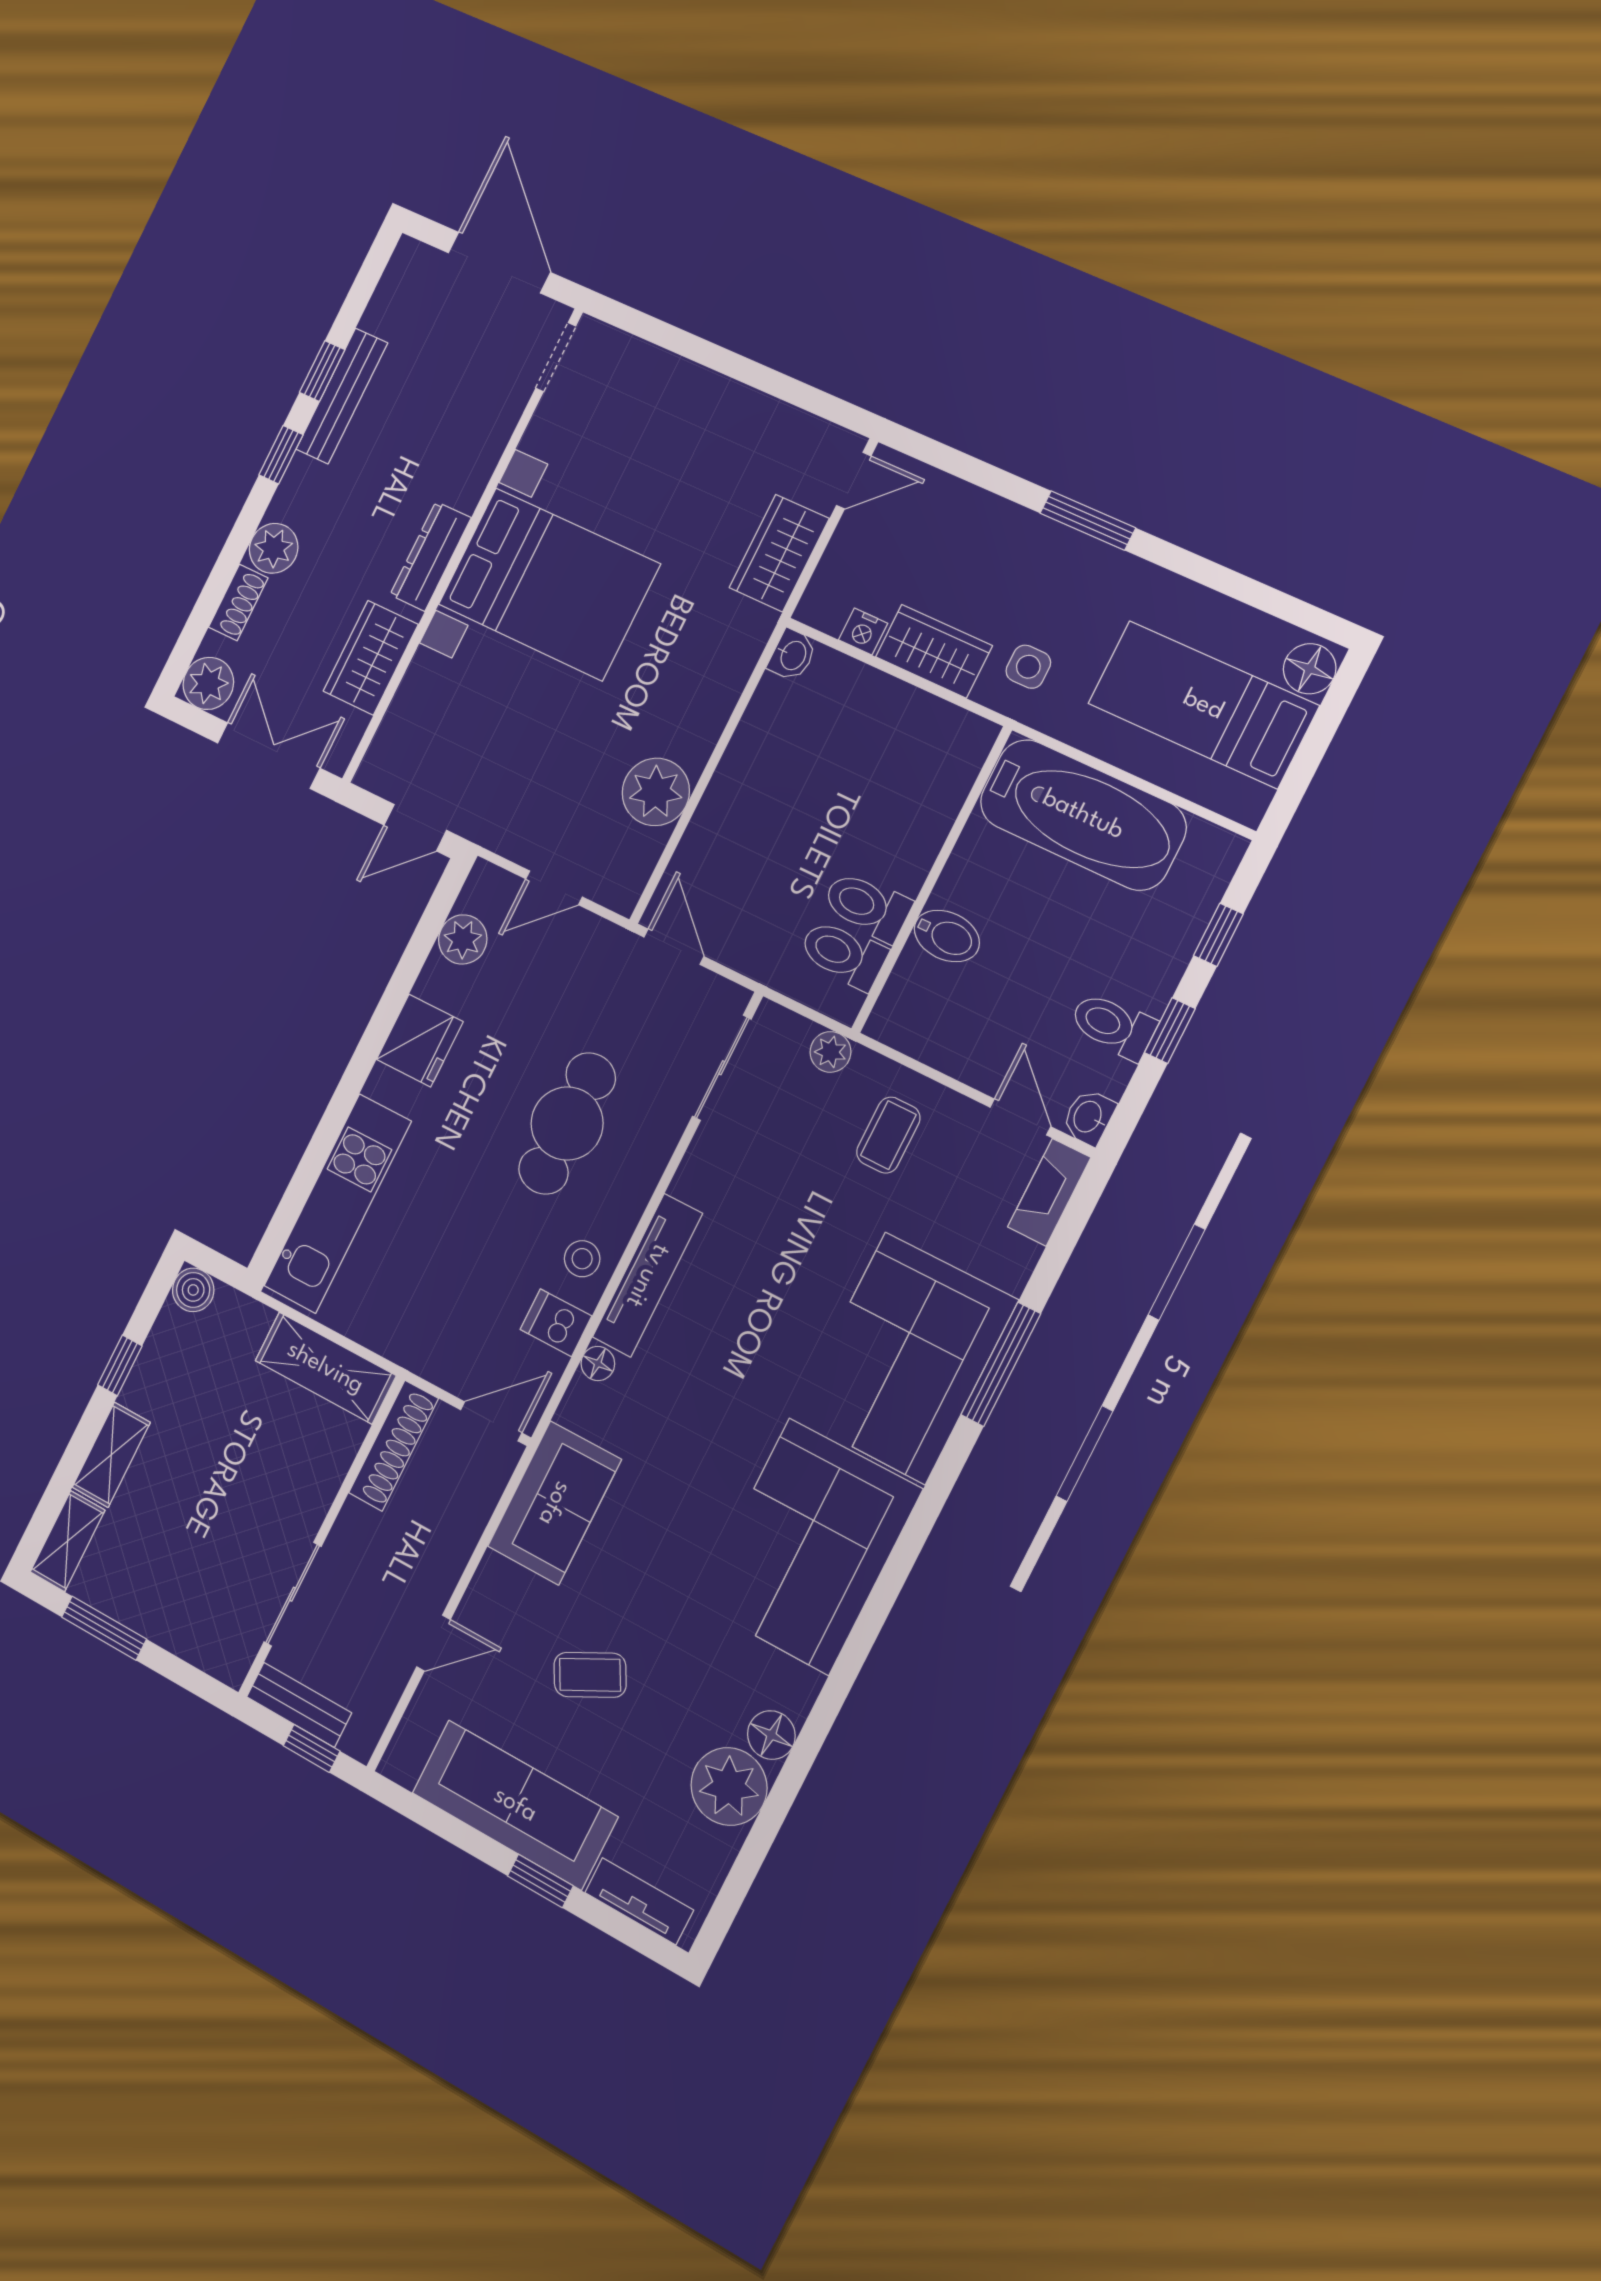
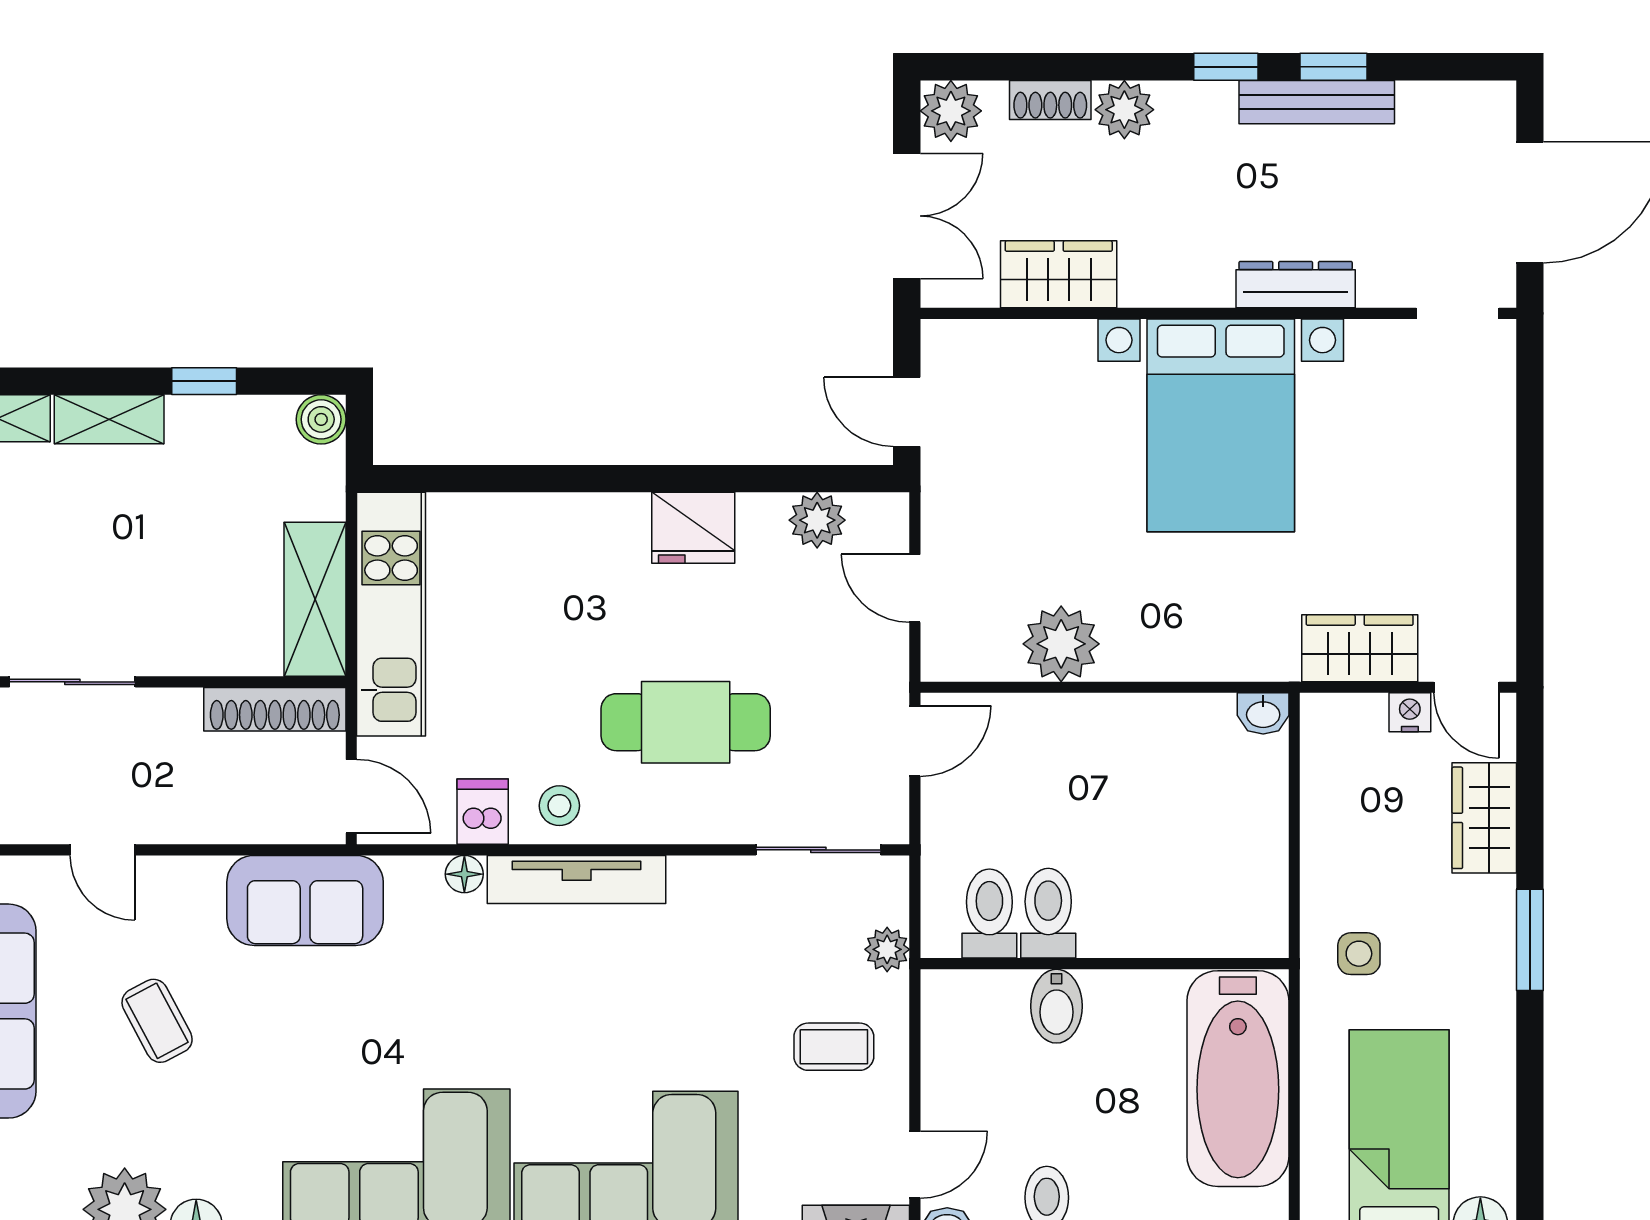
dresser: (430, 556) -> (1296, 285), moved
nightstand: (863, 632) -> (1410, 712), moved, turned 90
wardrobe: (934, 651) -> (1484, 818), moved, turned 180
kitchen unit: (338, 1204) -> (391, 614), moved, turned -90

